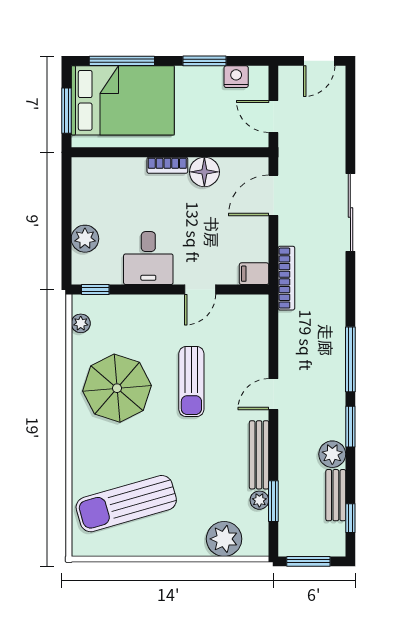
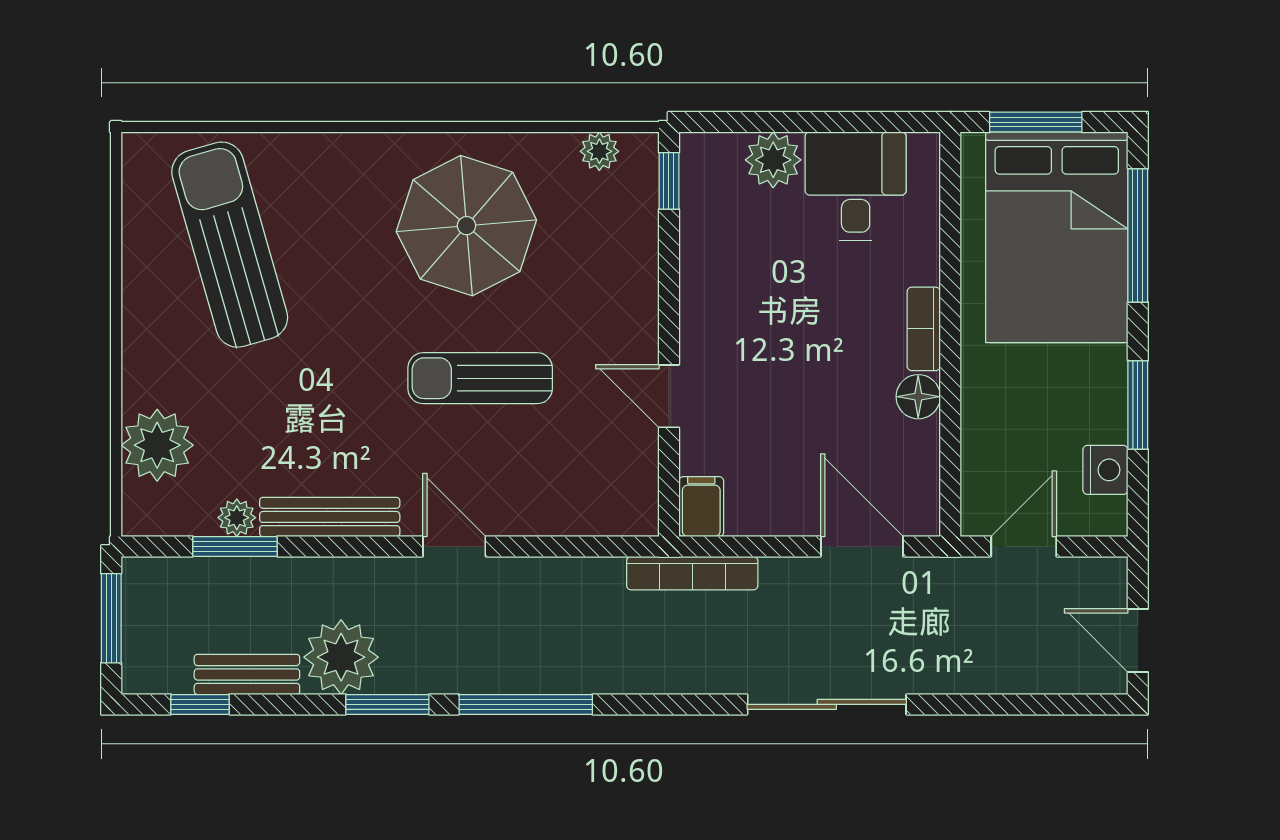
floor lamp: (204, 172) -> (918, 397), width x0.73, depth x0.73
desk: (148, 258) -> (856, 186), moved, turned 90
plant: (332, 454) -> (341, 657), width x1.36, depth x1.36

